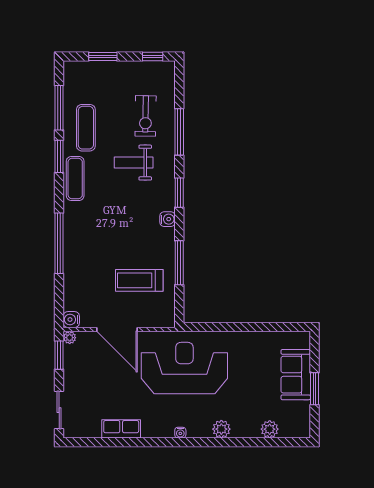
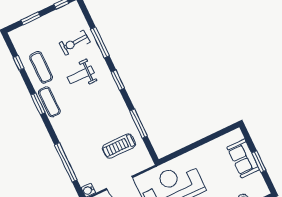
window: (59, 108) -> (19, 63), width x0.46
exercise bike: (146, 116) -> (74, 43), turned 86
window: (59, 156) -> (38, 104), moved
water cooler: (168, 219) -> (118, 100), removed
window: (59, 243) -> (66, 162), moved

